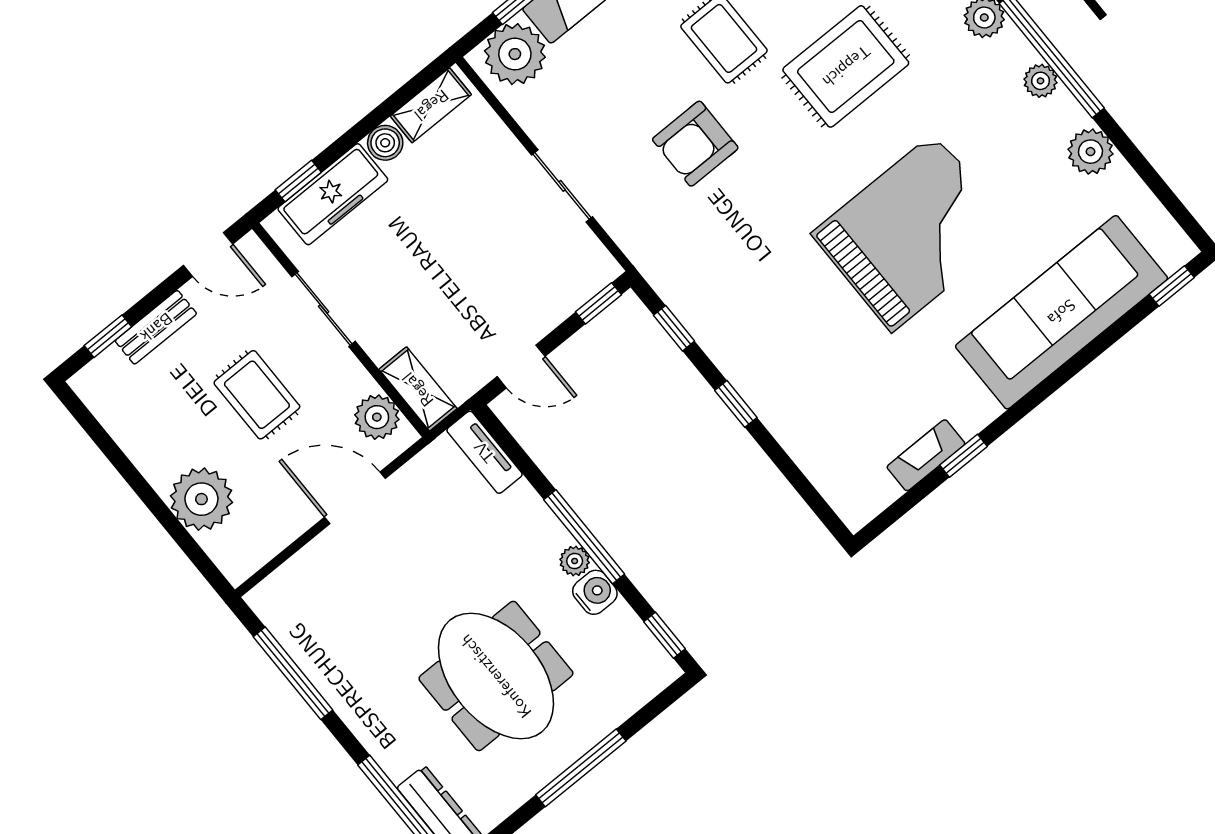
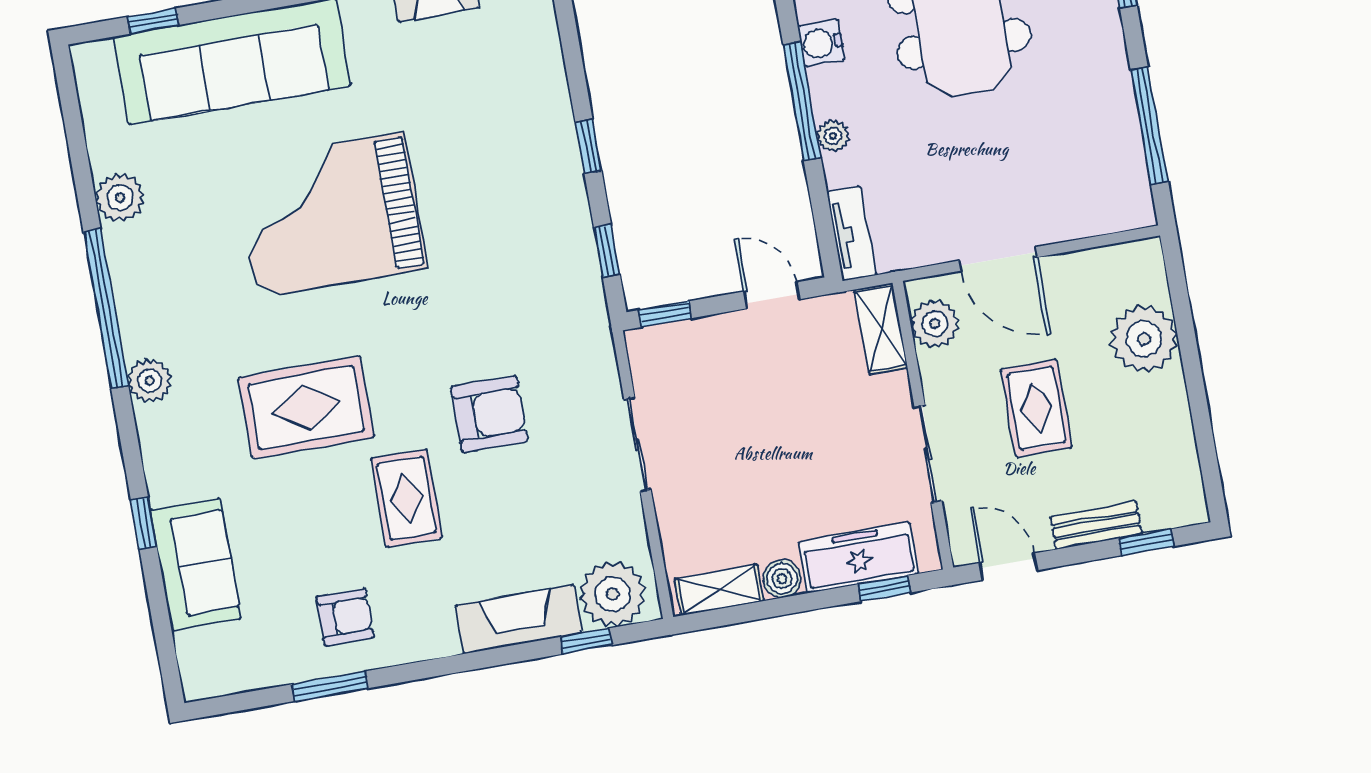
plant: (1040, 81) -> (130, 291), removed
window: (1172, 286) -> (153, 21), moved
plant: (575, 561) -> (833, 136), moved

